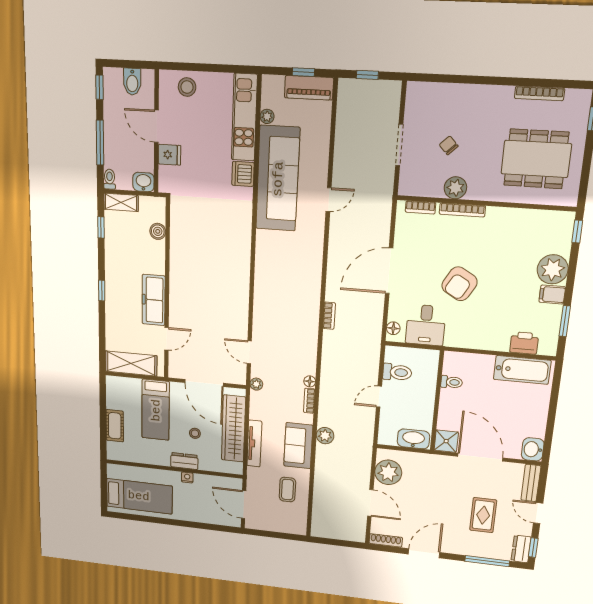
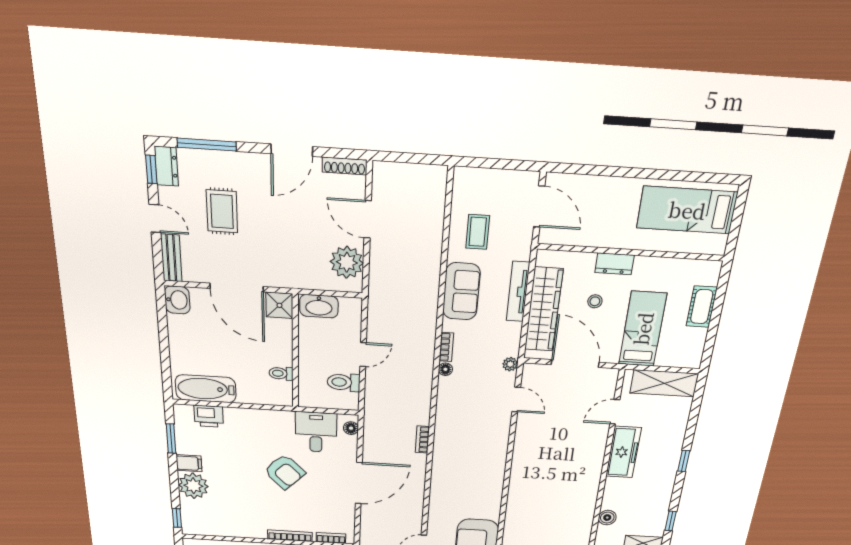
armchair: (459, 284) -> (285, 472), turned 105
plant: (325, 436) -> (427, 306), removed
nightstand: (187, 477) -> (614, 241), removed

